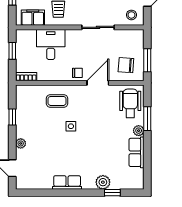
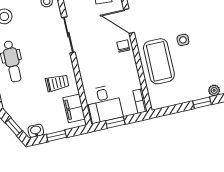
desk: (51, 44) -> (104, 104), moved, turned -90
coffee table: (57, 101) -> (159, 61), width x1.86, depth x1.72
window: (12, 117) -> (202, 103), moved

